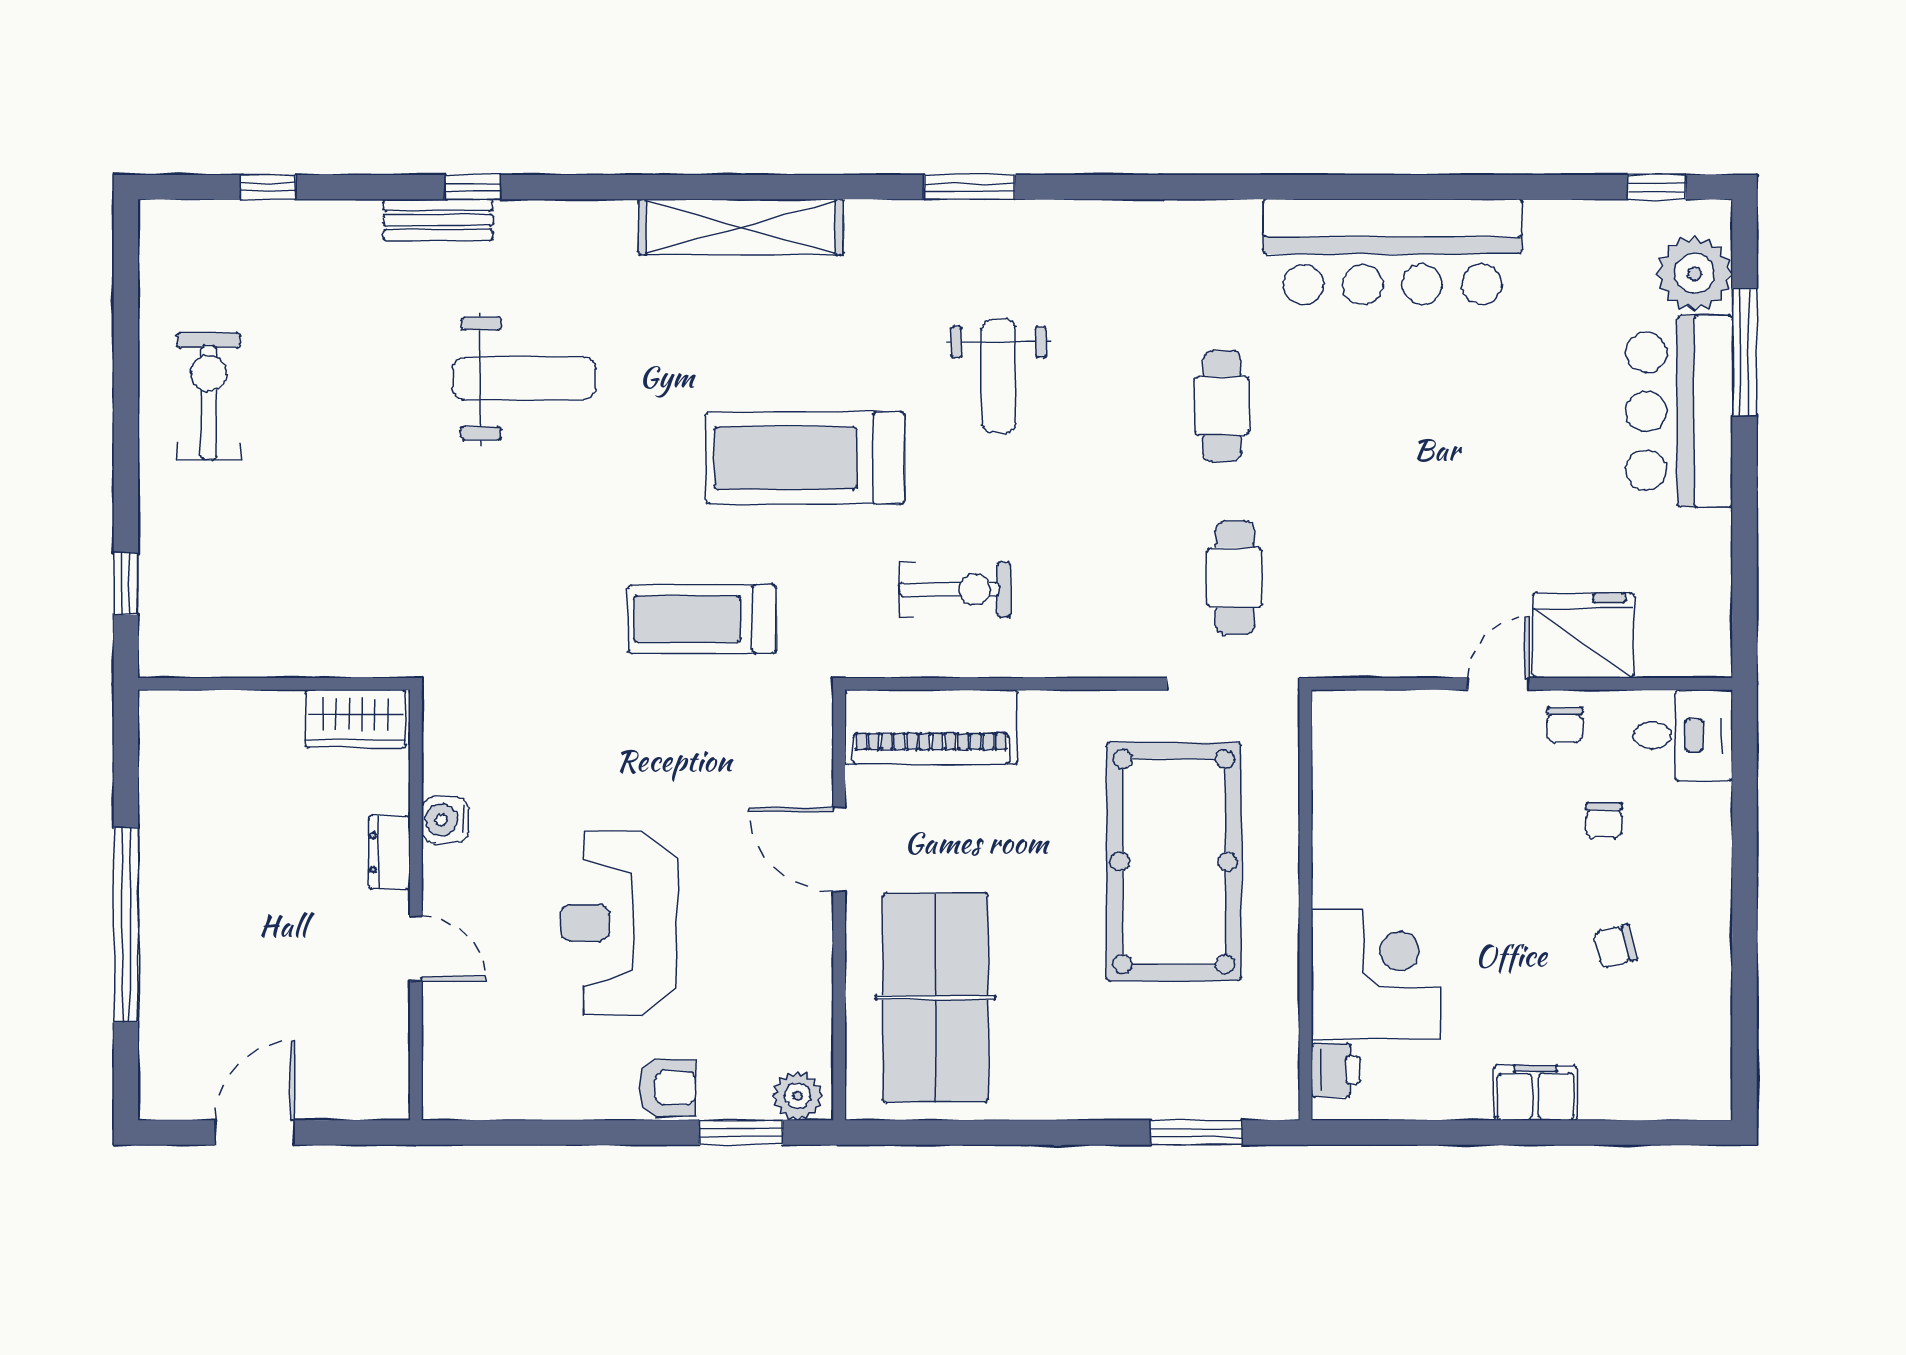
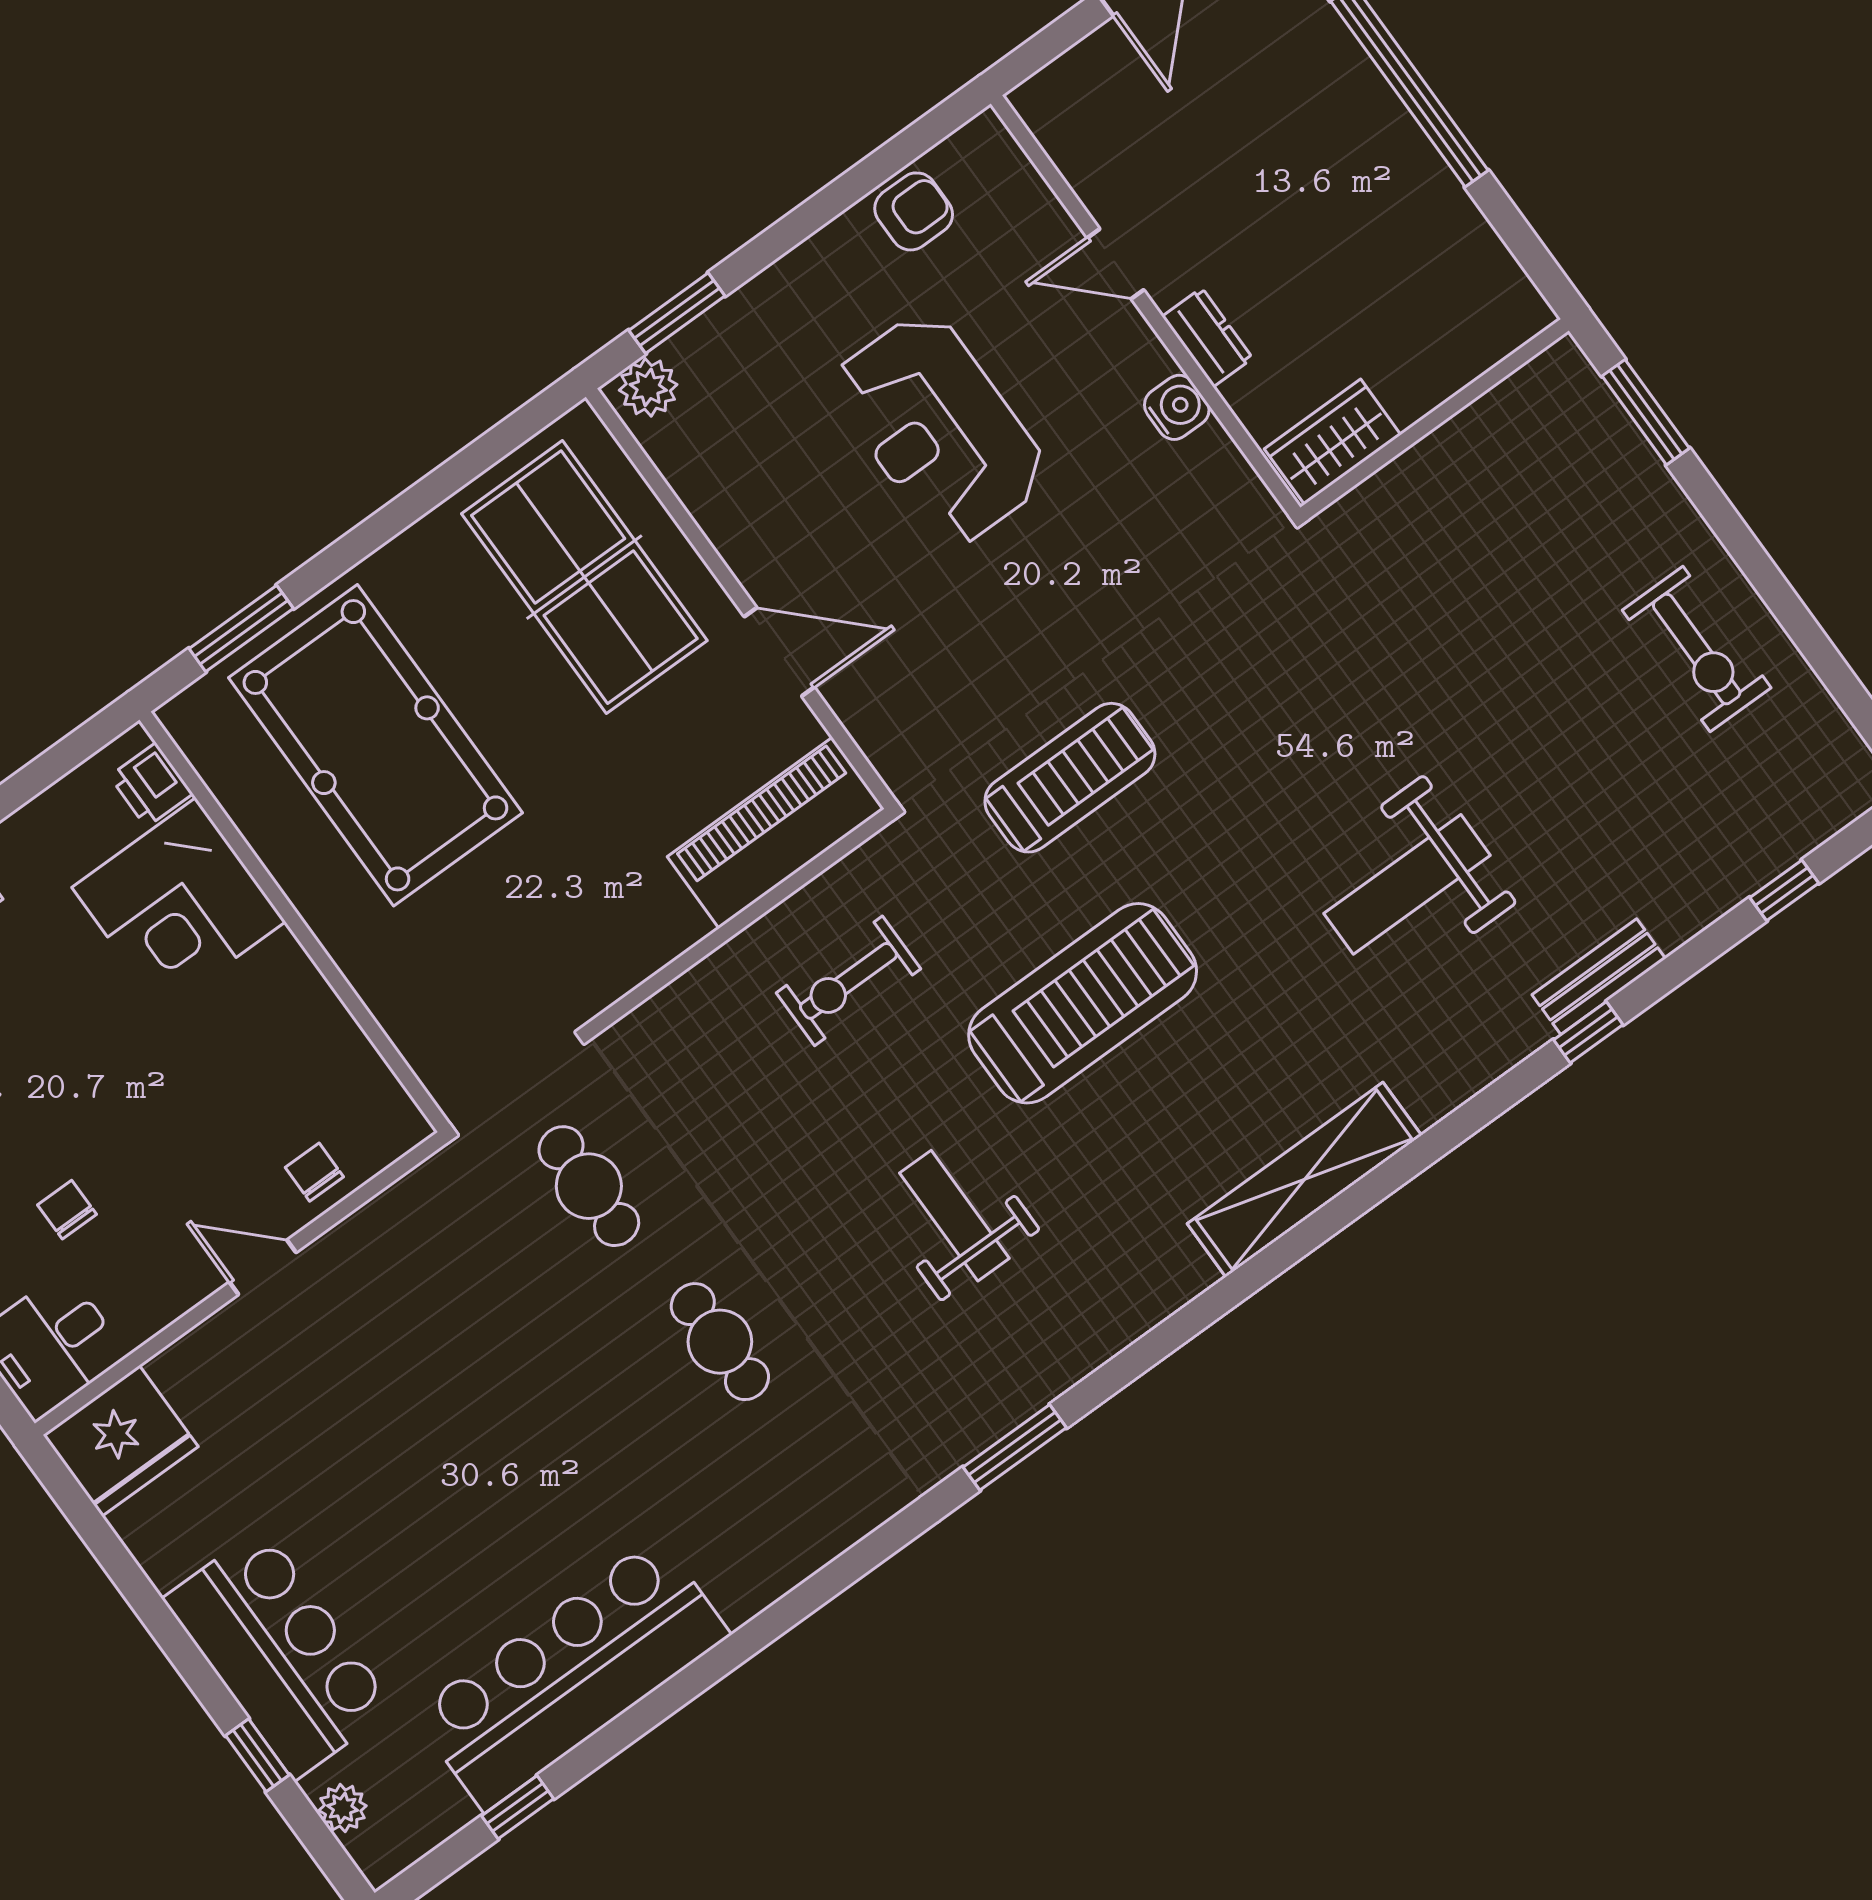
window: (969, 187) -> (1015, 1447), moved
window: (1657, 187) -> (518, 1807), moved
bar counter: (1392, 252) -> (572, 1674), moved
plant: (1694, 273) -> (343, 1808), width x0.53, depth x0.53
window: (1745, 352) -> (257, 1755), width x0.46
window: (126, 584) -> (1646, 412), width x1.50
fridge: (1583, 635) -> (121, 1441), moved
door: (1499, 684) -> (263, 1267), swing flipped
chair: (1565, 725) -> (314, 1172), moved
pool table: (1174, 862) -> (375, 745), moved
reception desk: (619, 923) -> (939, 429), turned 180
armchair: (667, 1088) -> (914, 211), moved, turned 180

